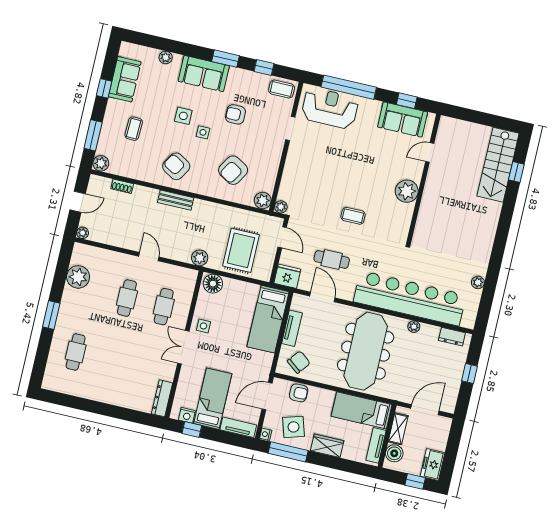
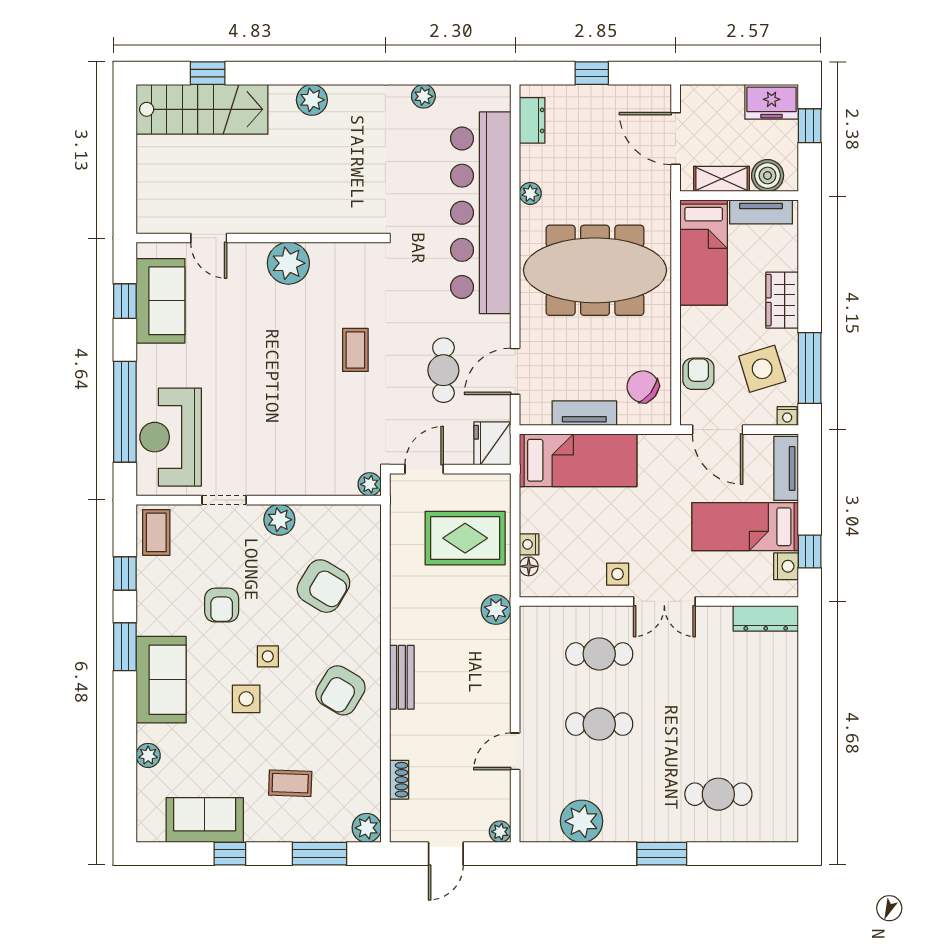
plant: (263, 200) -> (279, 520), moved
door: (78, 202) -> (446, 854), swing flipped
plant: (490, 223) -> (312, 100), added
door: (149, 257) -> (515, 751), moved
nightstand: (230, 283) -> (529, 544), added
floor lamp: (213, 284) -> (529, 566), width x0.53, depth x0.53

